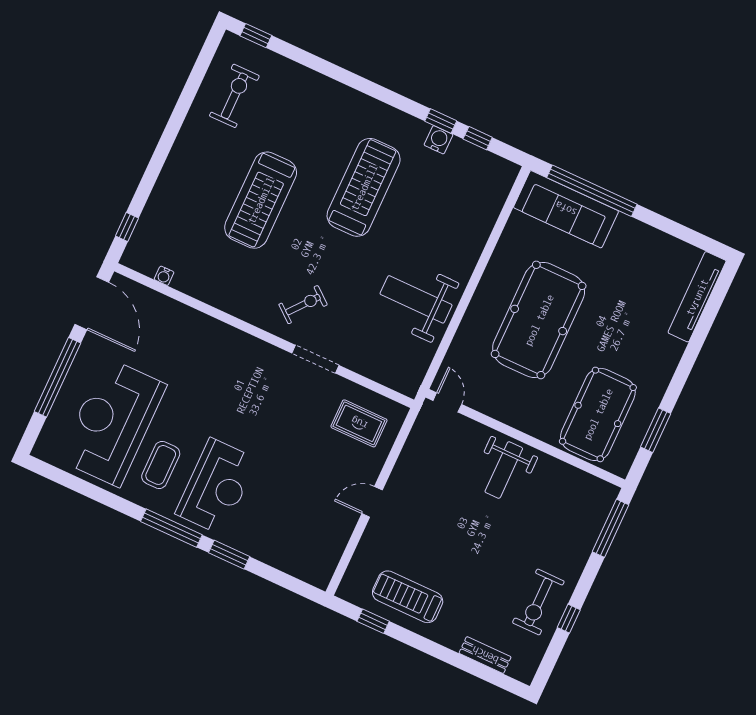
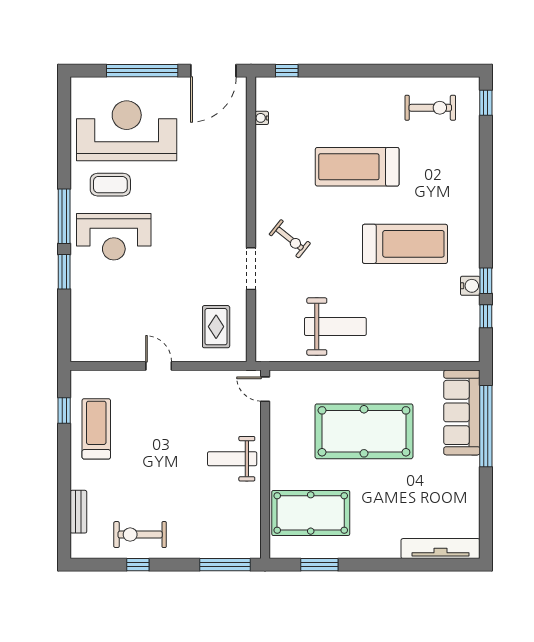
weight bench: (416, 299) -> (335, 326), turned 90
door: (447, 402) -> (265, 389), swing flipped

